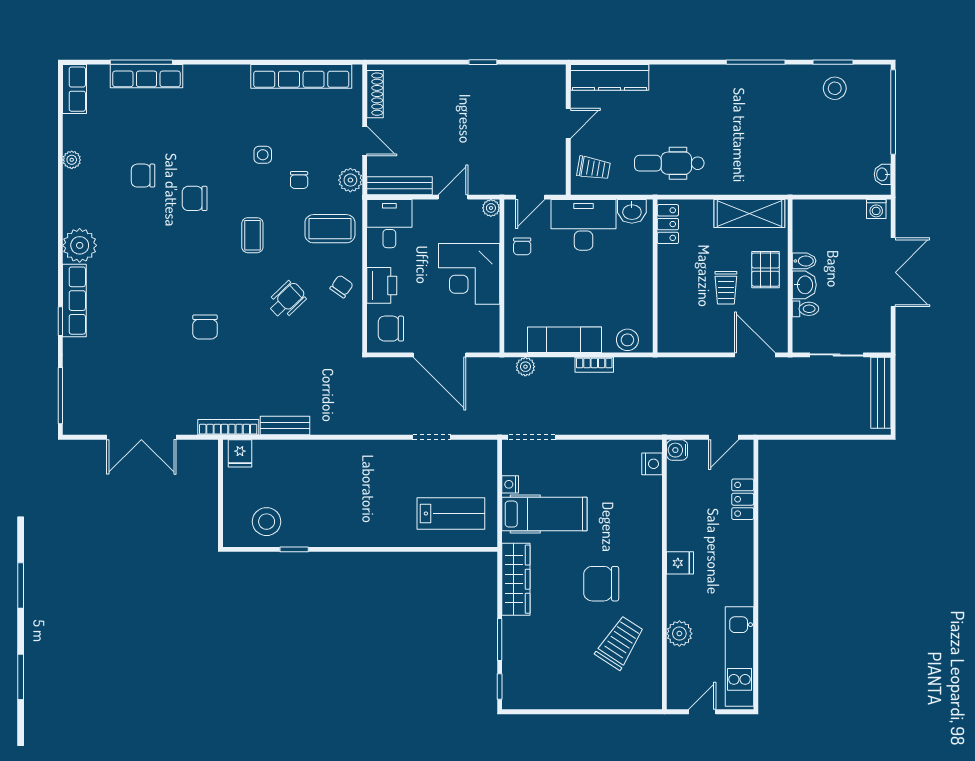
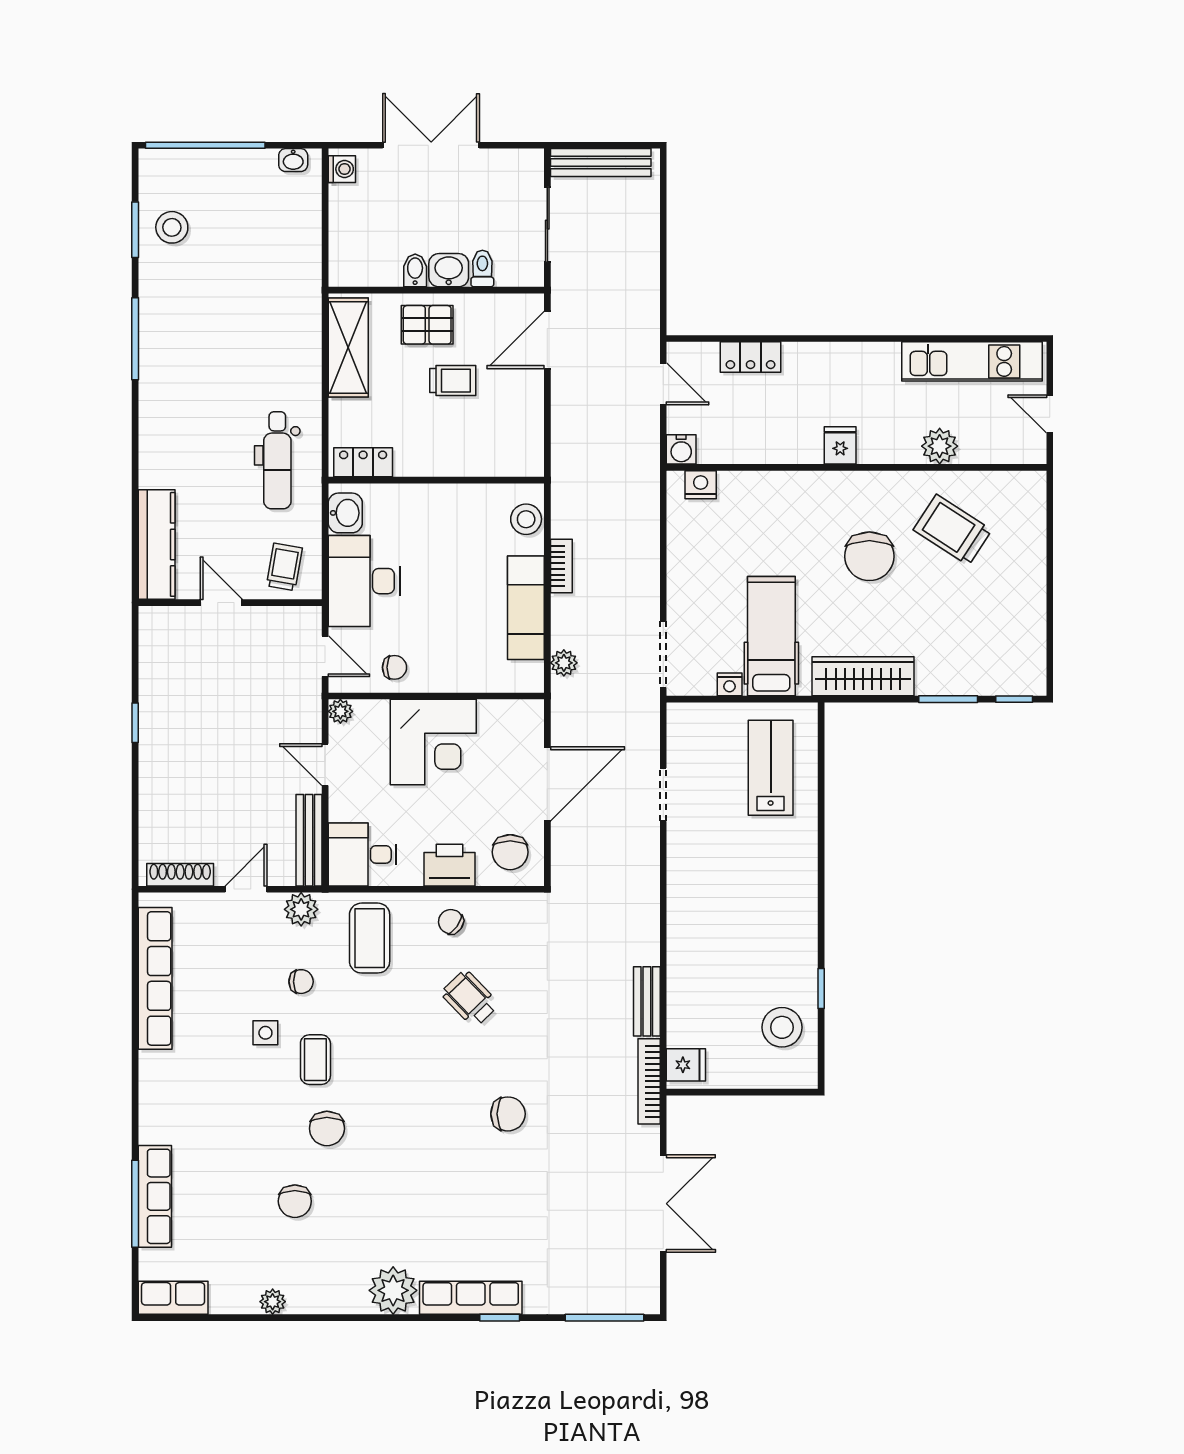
coffee table: (252, 235) -> (315, 1060), moved, turned 90

